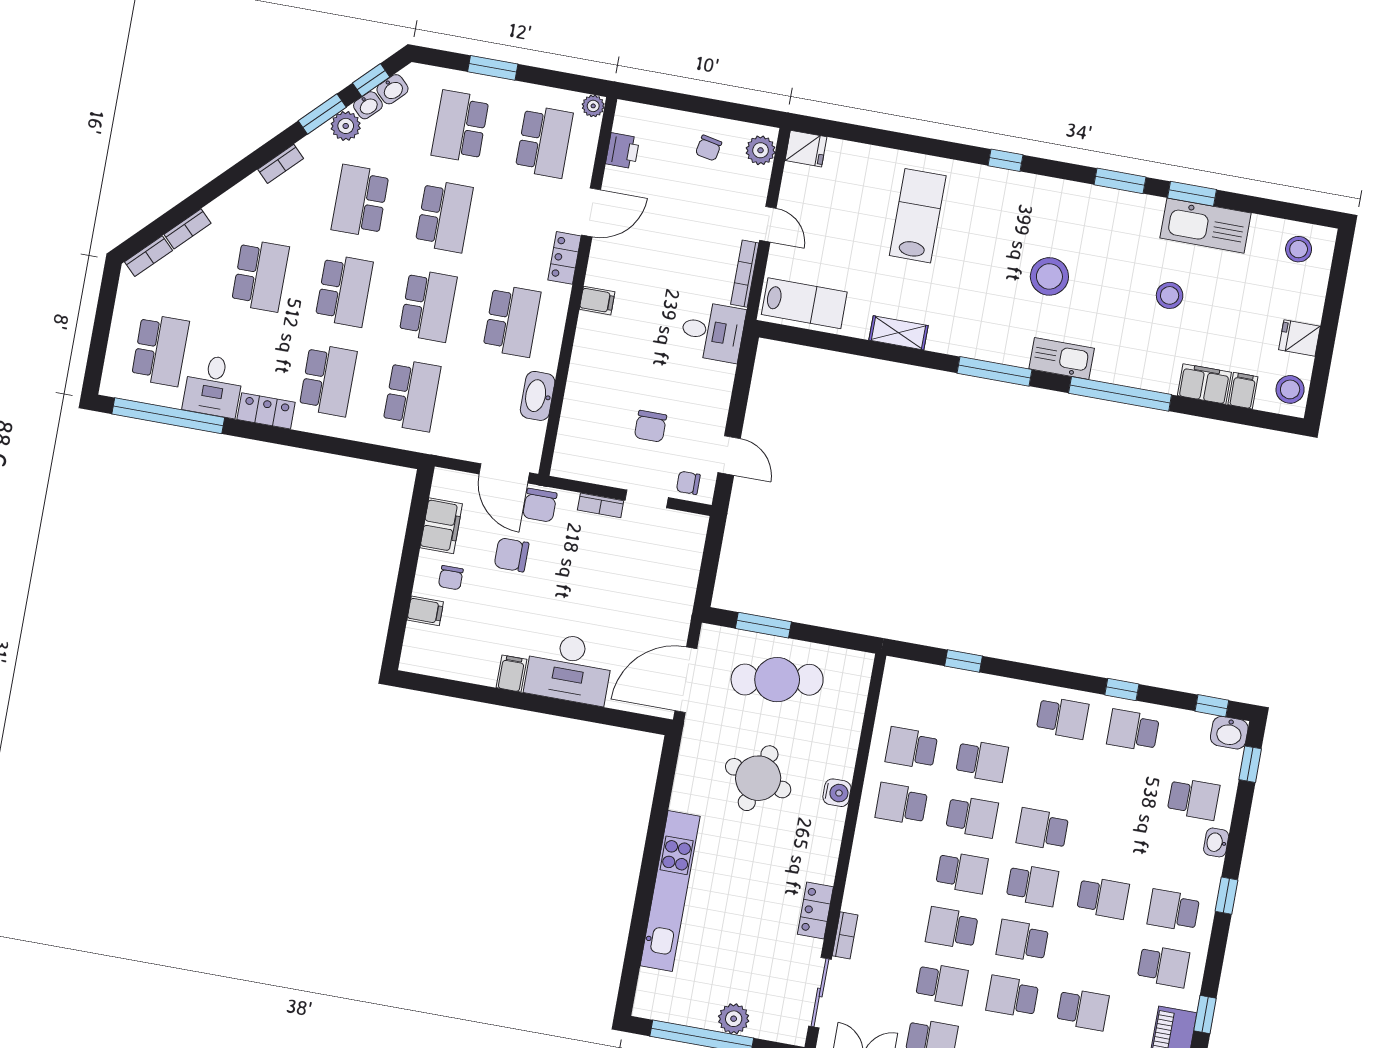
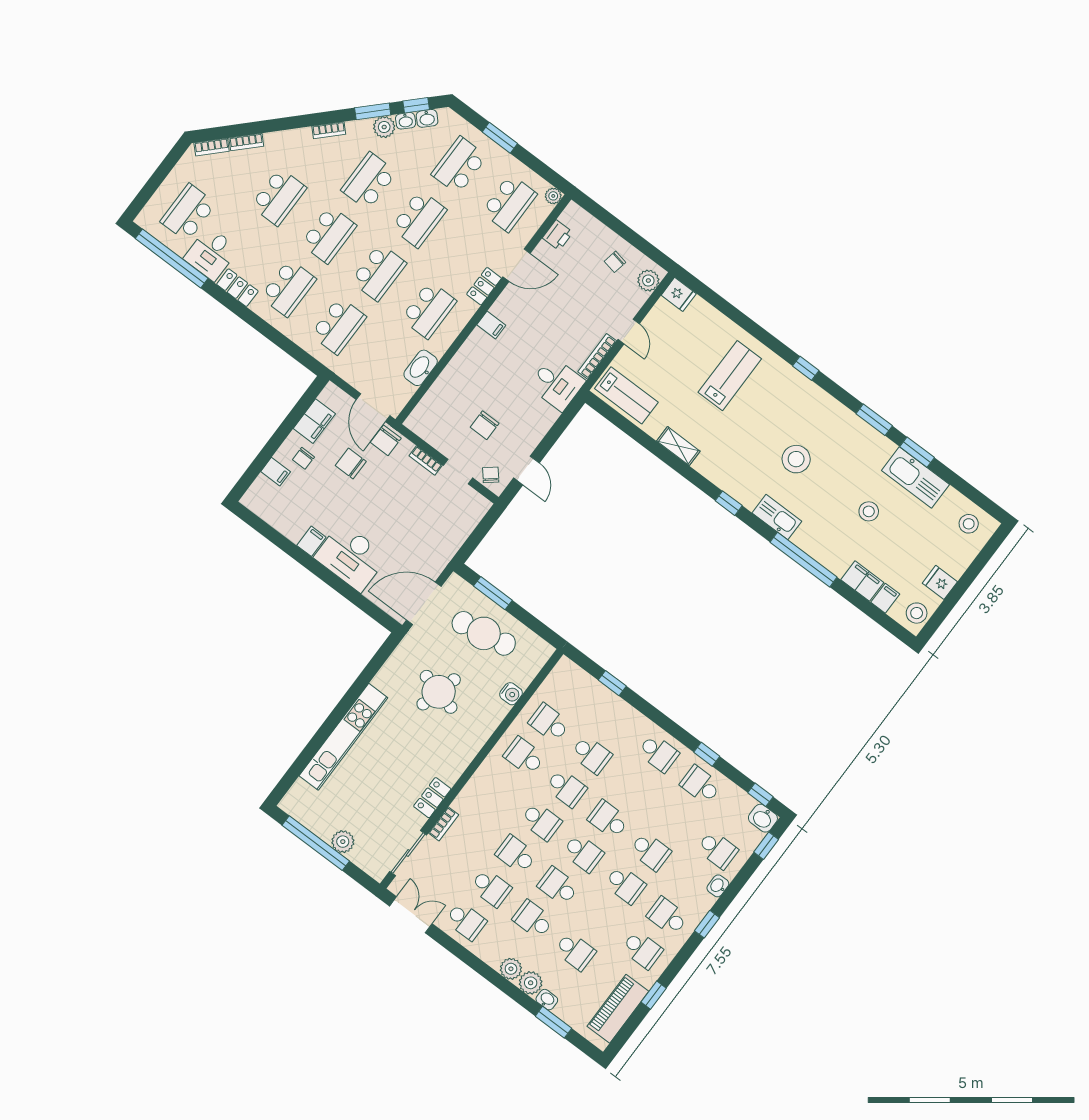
school desk: (160, 350) -> (188, 213), turned 180
window: (995, 371) -> (729, 503), width x0.46
chair: (688, 483) -> (491, 475), turned 50
water cooler: (837, 793) -> (511, 694), moved
school desk: (1113, 842) -> (650, 851), added

